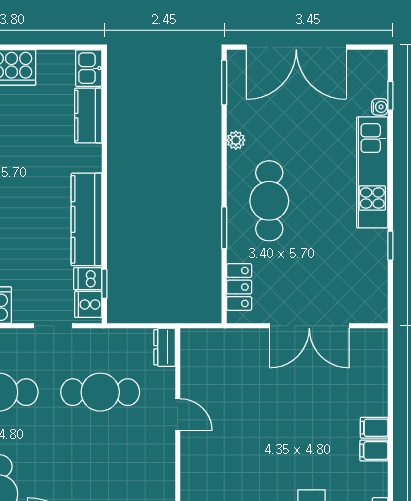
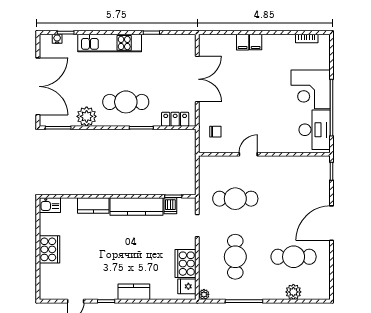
water cooler: (380, 107) -> (57, 39), moved
kitchen counter: (88, 116) -> (93, 205), moved
plant: (236, 140) -> (87, 116), width x1.87, depth x1.87
cooker: (88, 304) -> (185, 205), removed
dresser: (165, 347) -> (210, 162), removed
chair: (217, 358) -> (215, 132), added
cafe table: (100, 392) -> (235, 199), turned 90
filing cabinet: (374, 451) -> (243, 42), moved

